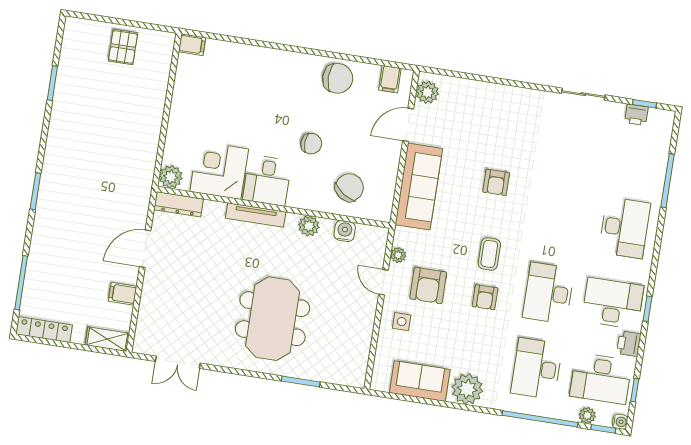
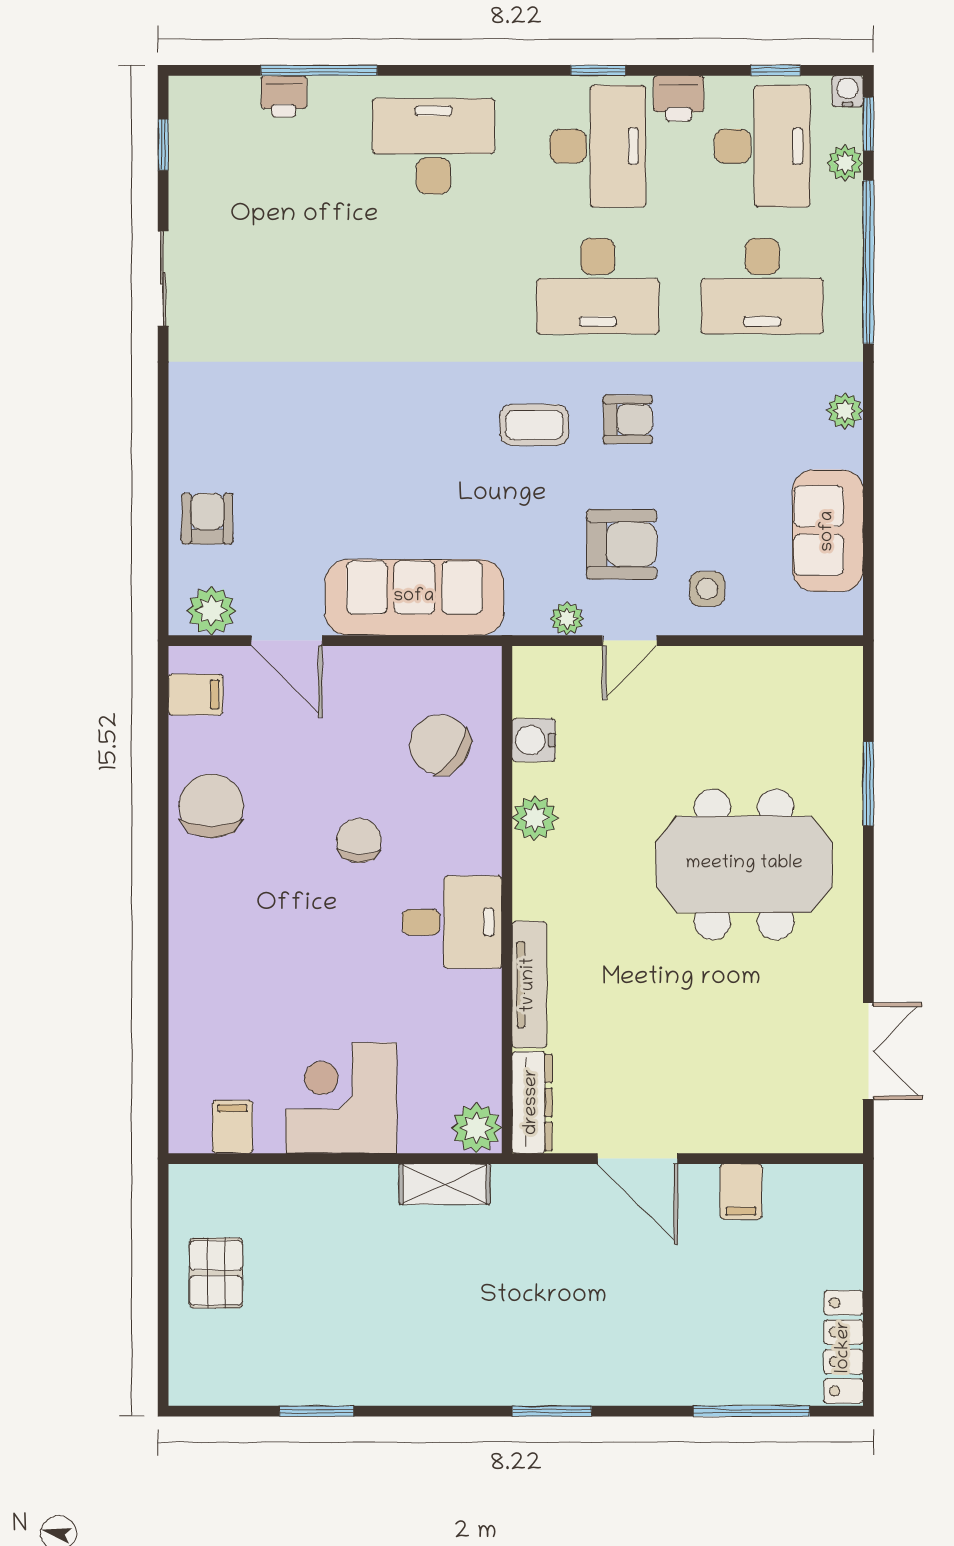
filing cabinet: (192, 45) -> (233, 1127), moved
pallet: (123, 47) -> (216, 1273), turned 90
printer: (636, 115) -> (284, 96), moved, turned 90
corner desk: (219, 170) -> (341, 1098), moved, turned 90
armchair: (496, 182) -> (207, 519), moved, turned -90
tv unit: (256, 215) -> (529, 985), moved
desk: (613, 303) -> (598, 146), turned 180
shelving: (107, 339) -> (445, 1184), moved, turned 90
plant: (467, 389) -> (845, 411), width x0.53, depth x0.53

